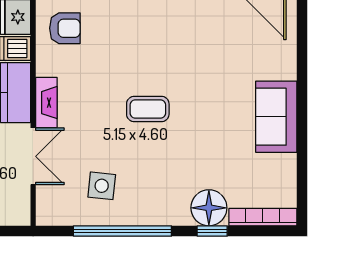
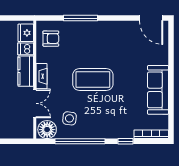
coffee table: (148, 109) -> (93, 79), width x1.86, depth x1.72
sofa: (276, 117) -> (158, 90), width x1.36
floor lamp: (209, 208) -> (47, 130), moved

